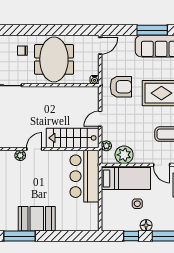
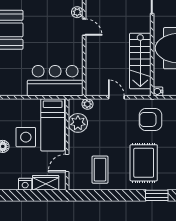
armchair: (121, 87) -> (150, 120), turned 90
stairs: (73, 138) -> (140, 61), moved, turned 180
side table: (137, 204) -> (26, 137), width x1.87, depth x1.87

